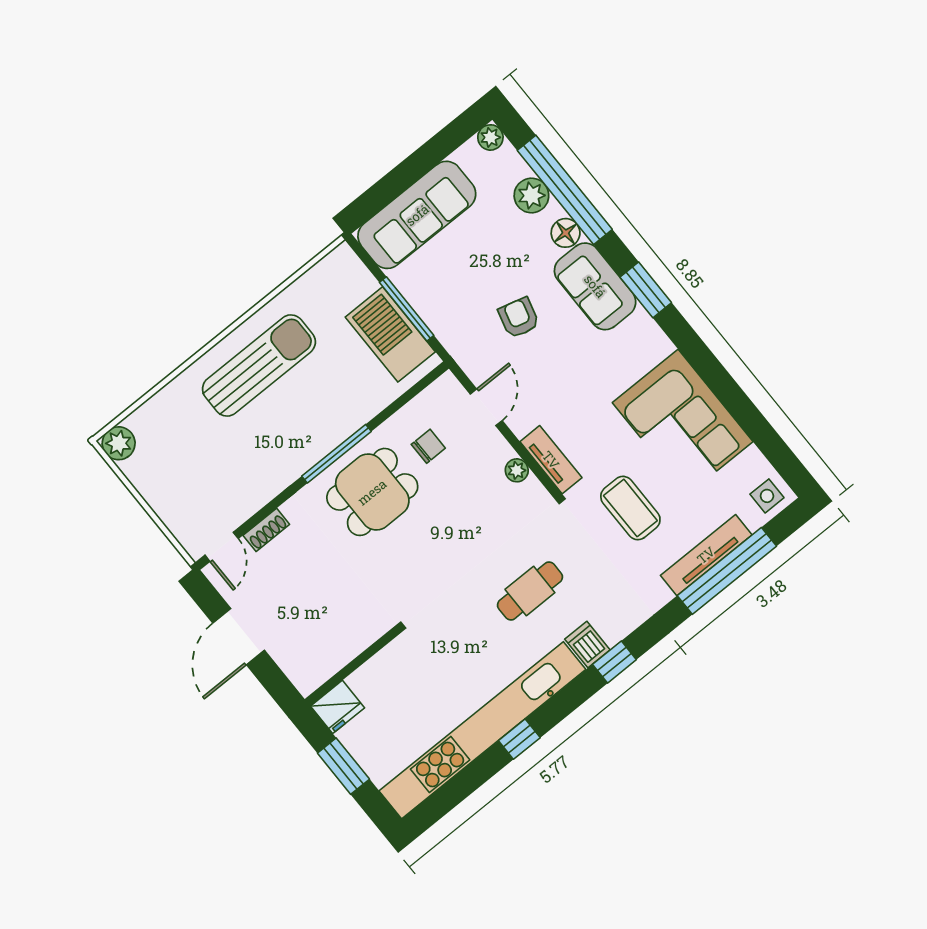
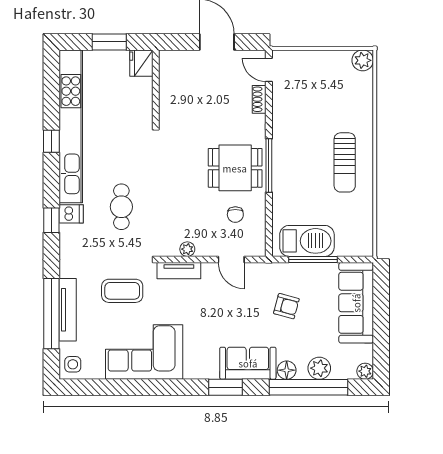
armchair: (519, 318) -> (286, 306), moved
sun lounger: (259, 366) -> (345, 162), width x0.73, depth x0.75
dining table: (372, 492) -> (235, 168), turned 90

